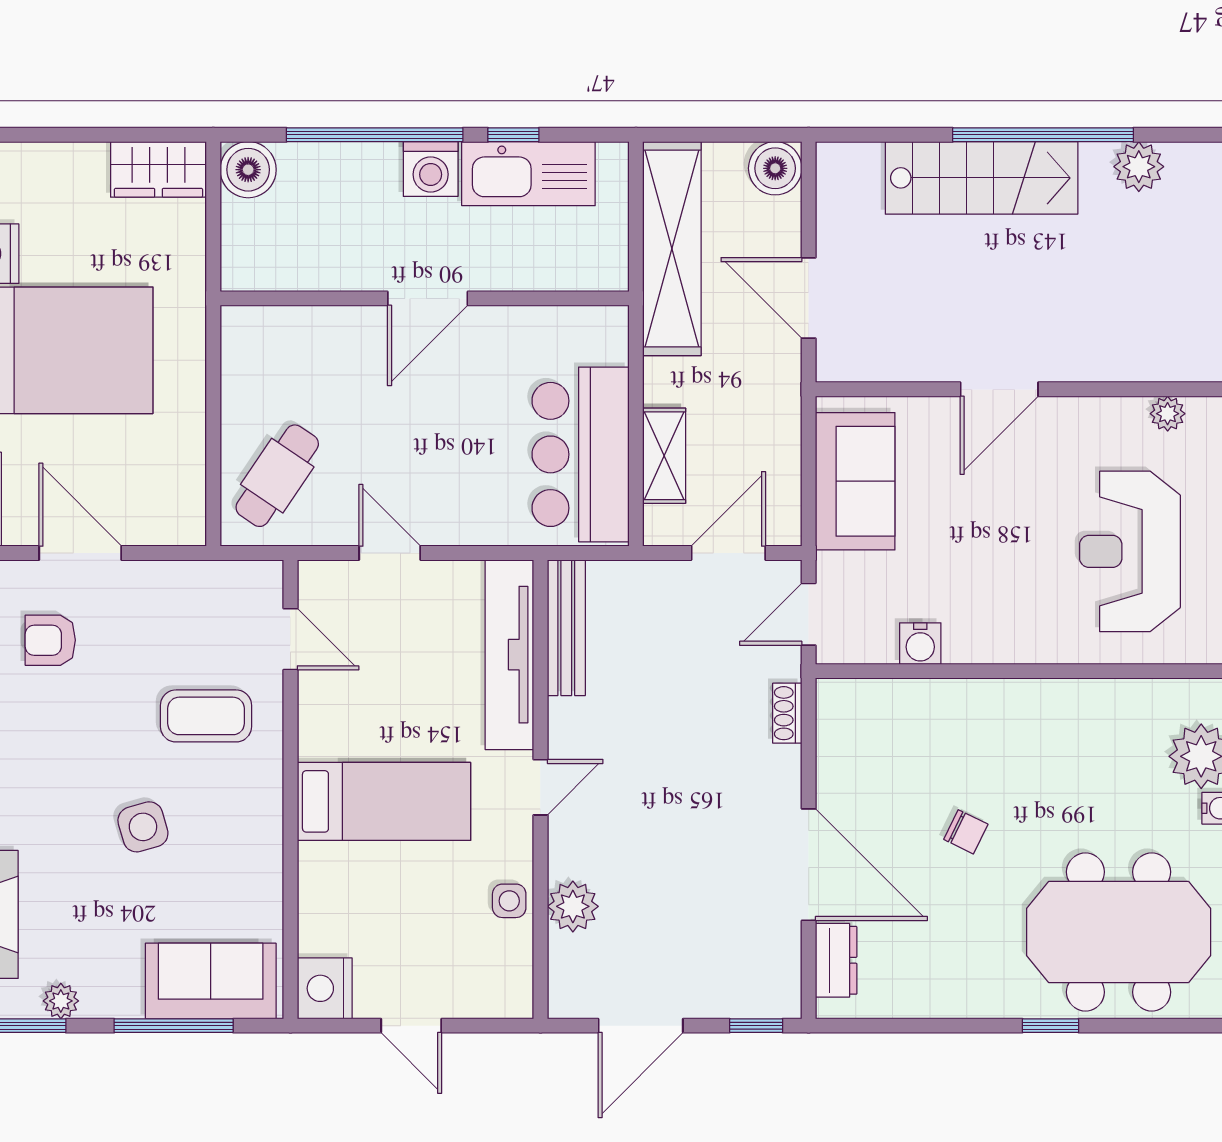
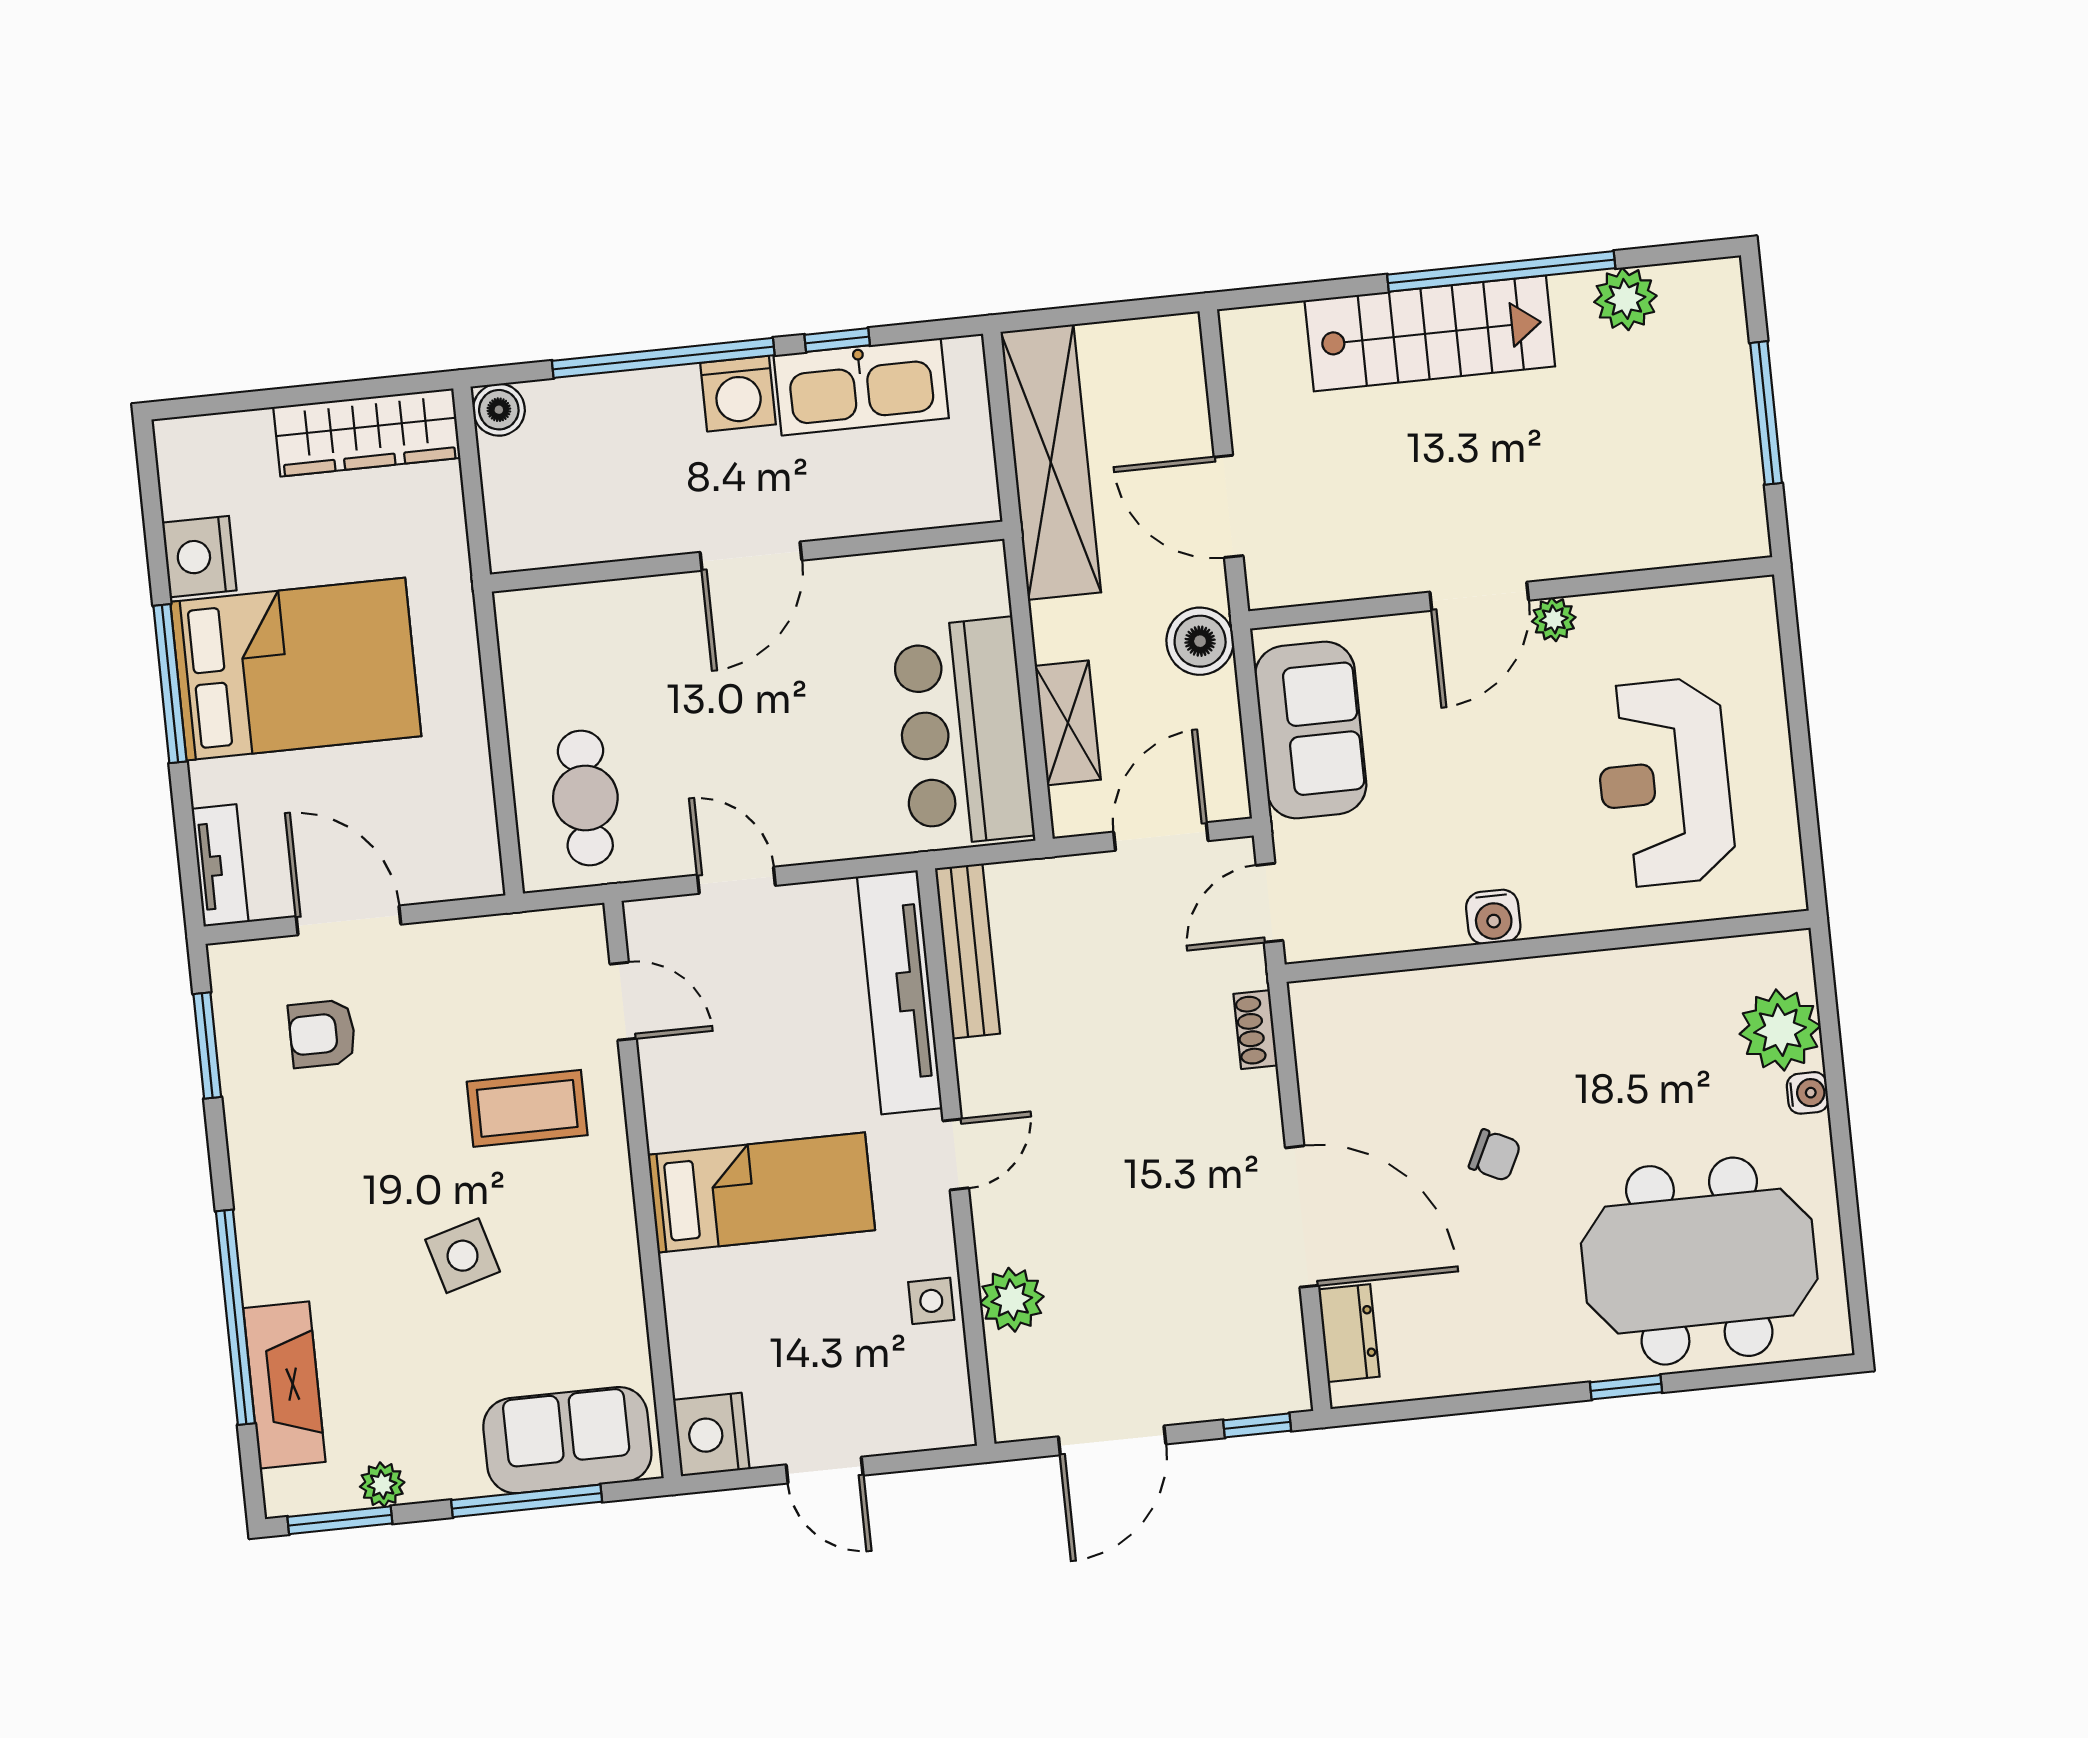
boiler: (775, 168) -> (1200, 641), moved
wardrobe: (158, 169) -> (367, 432), width x1.50
boiler: (248, 170) -> (499, 410), width x0.73, depth x0.73
plant: (1168, 414) -> (1554, 619), moved
cafe table: (277, 476) -> (585, 798), turned -34
water cooler: (920, 644) -> (1493, 917), moved

